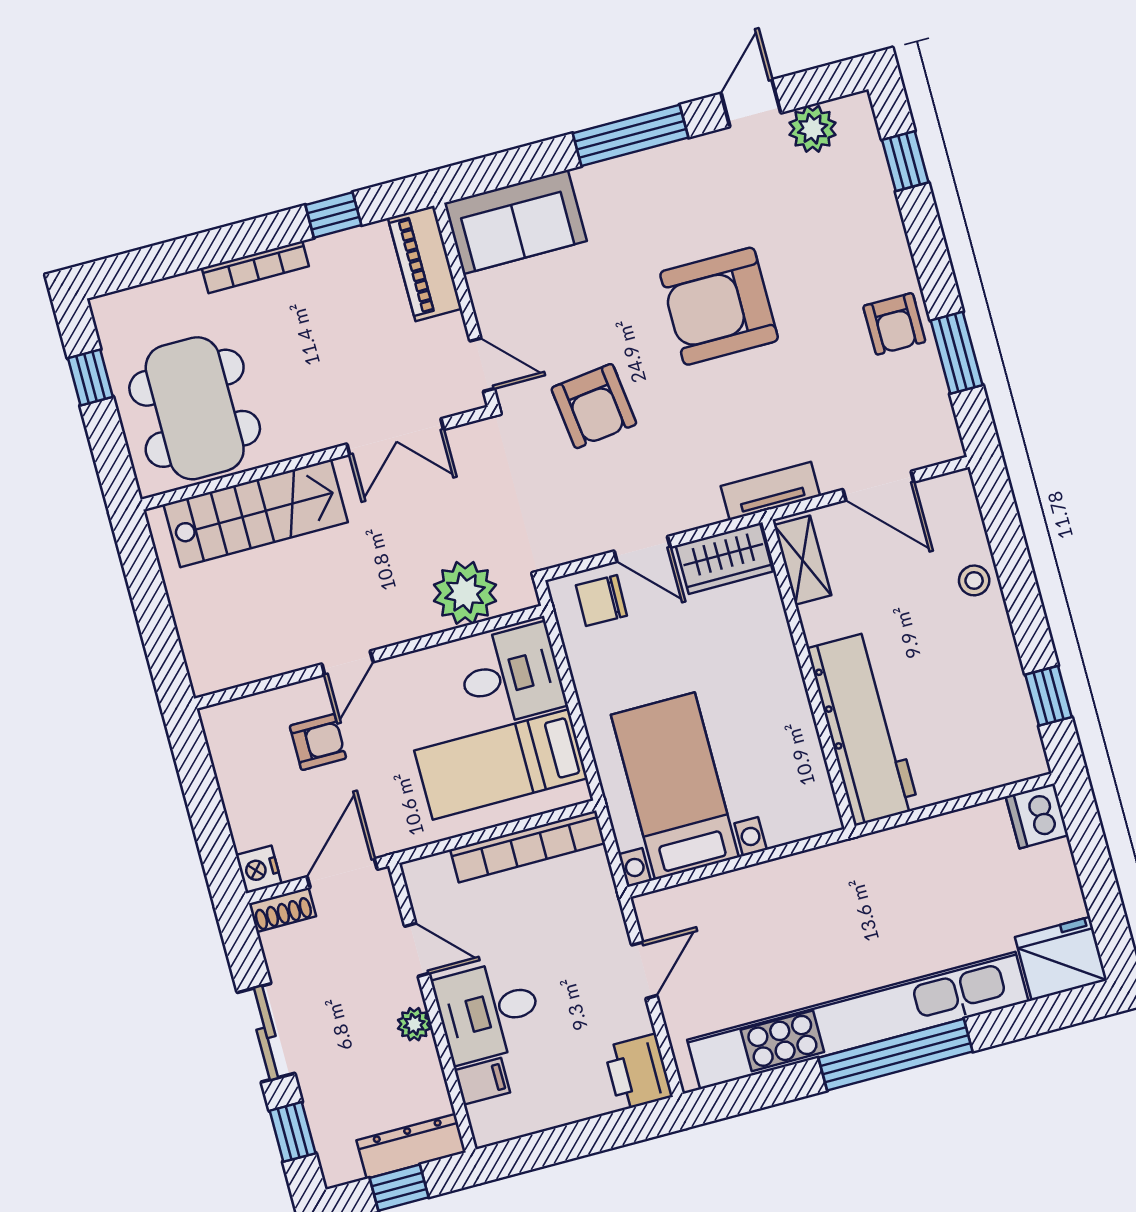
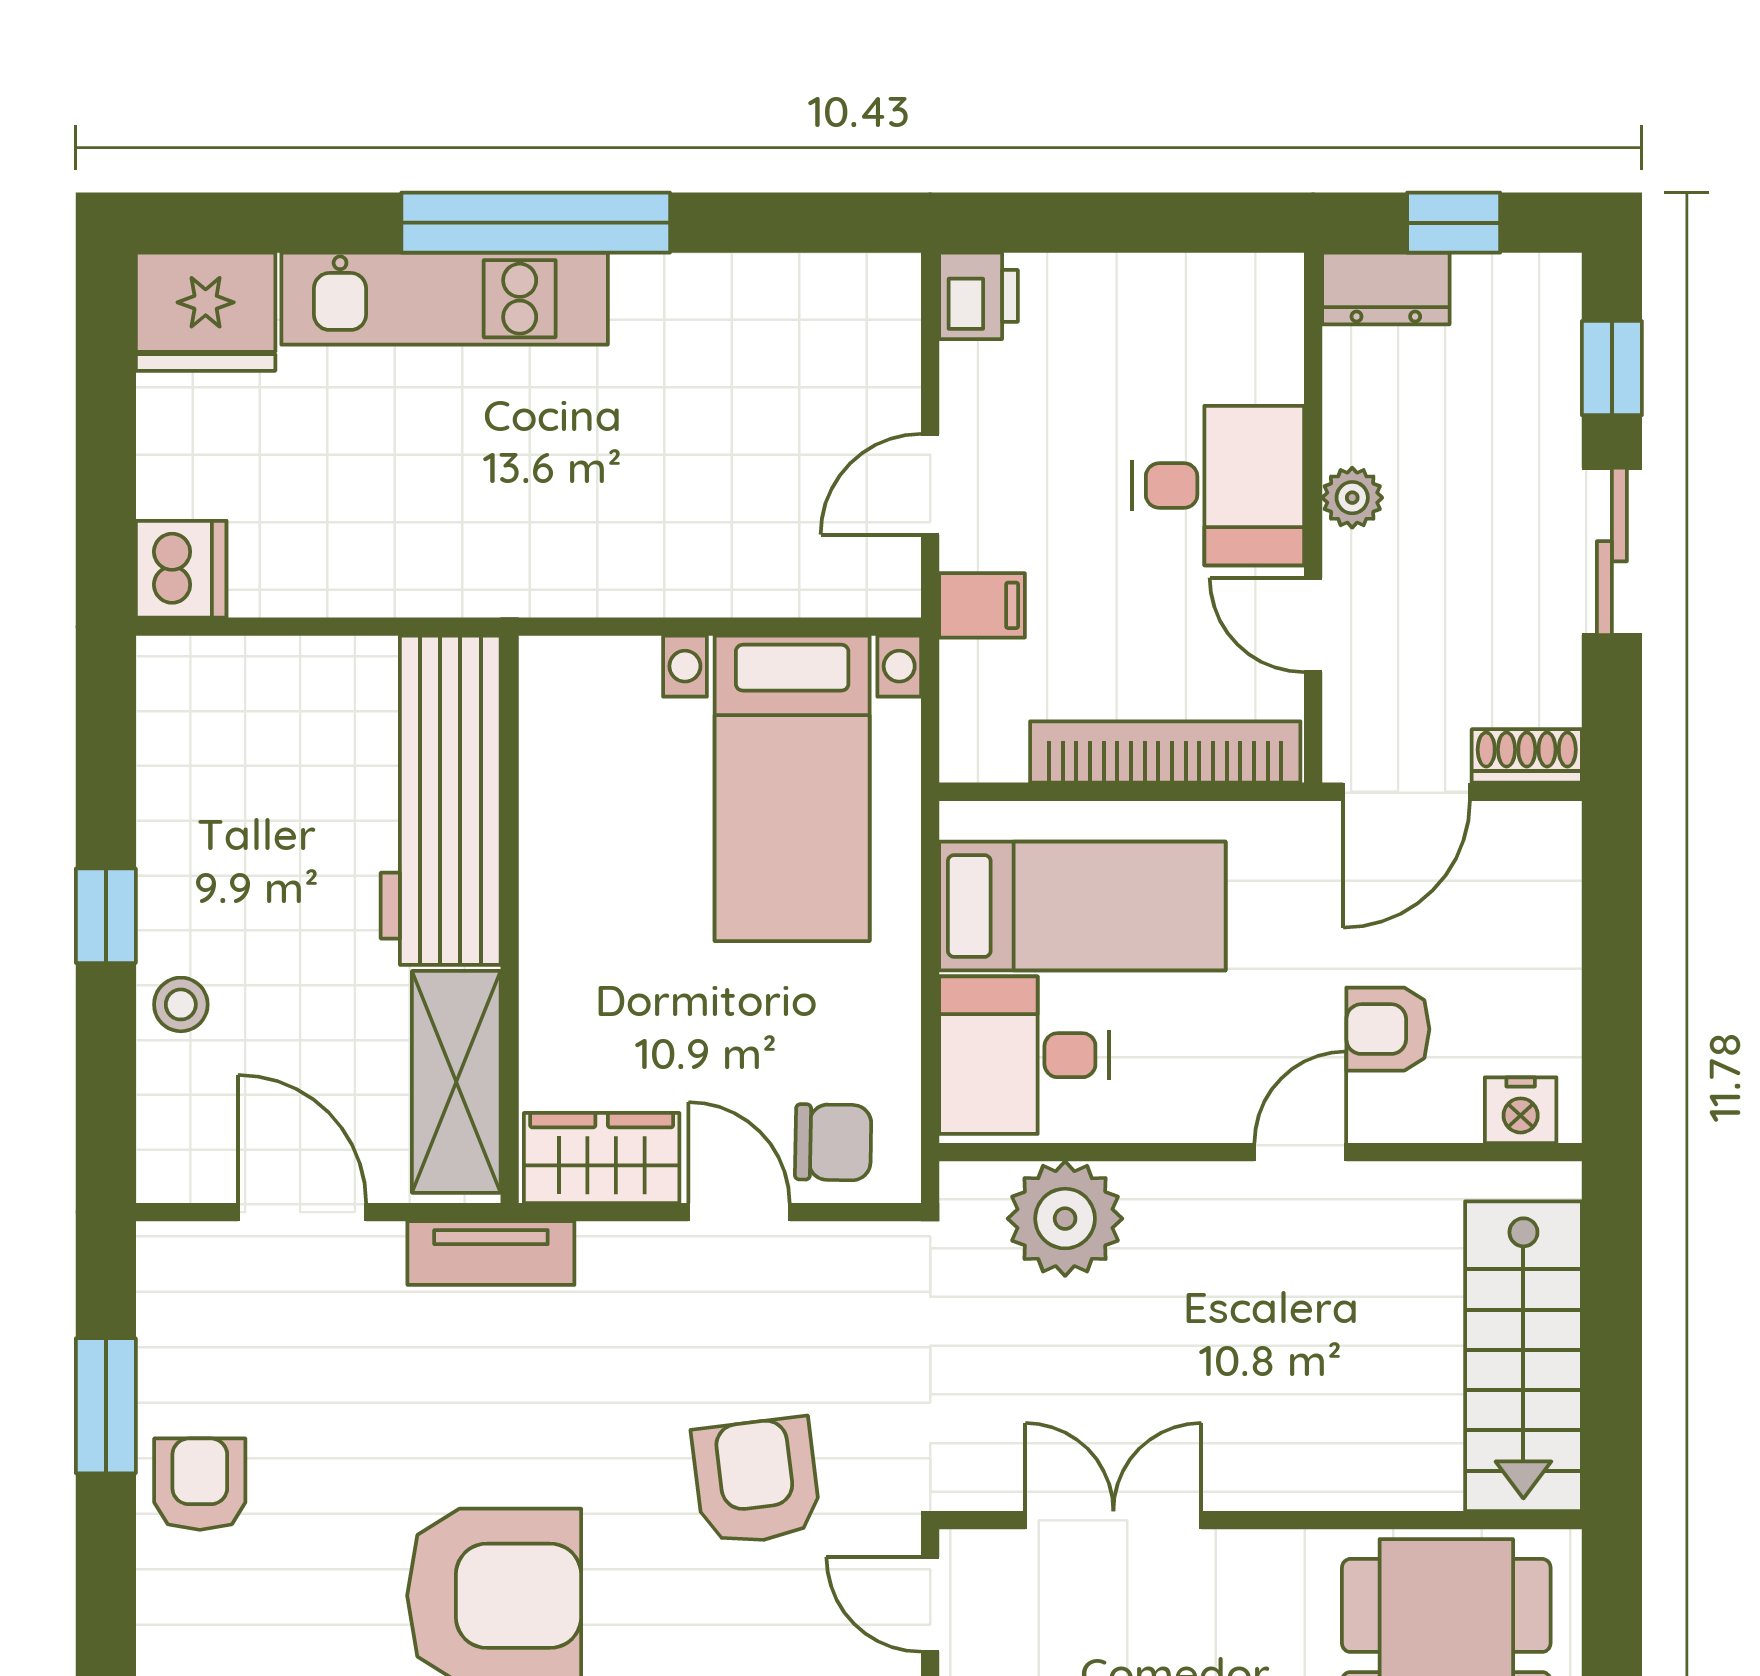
stairs: (256, 513) -> (1523, 1356), moved, turned -90
shelving: (803, 560) -> (456, 1082), width x1.50, depth x1.33
window: (1048, 696) -> (106, 916), moved
bookcase: (528, 846) -> (1165, 752), moved
nightstand: (259, 869) -> (1521, 1110), moved, turned 90
kitchen unit: (858, 1021) -> (445, 299), width x0.54
printer: (638, 1072) -> (978, 296), width x0.73, depth x0.81
filing cabinet: (482, 1081) -> (982, 605), moved, turned 180
dresser: (411, 1146) -> (1386, 289), width x0.70

